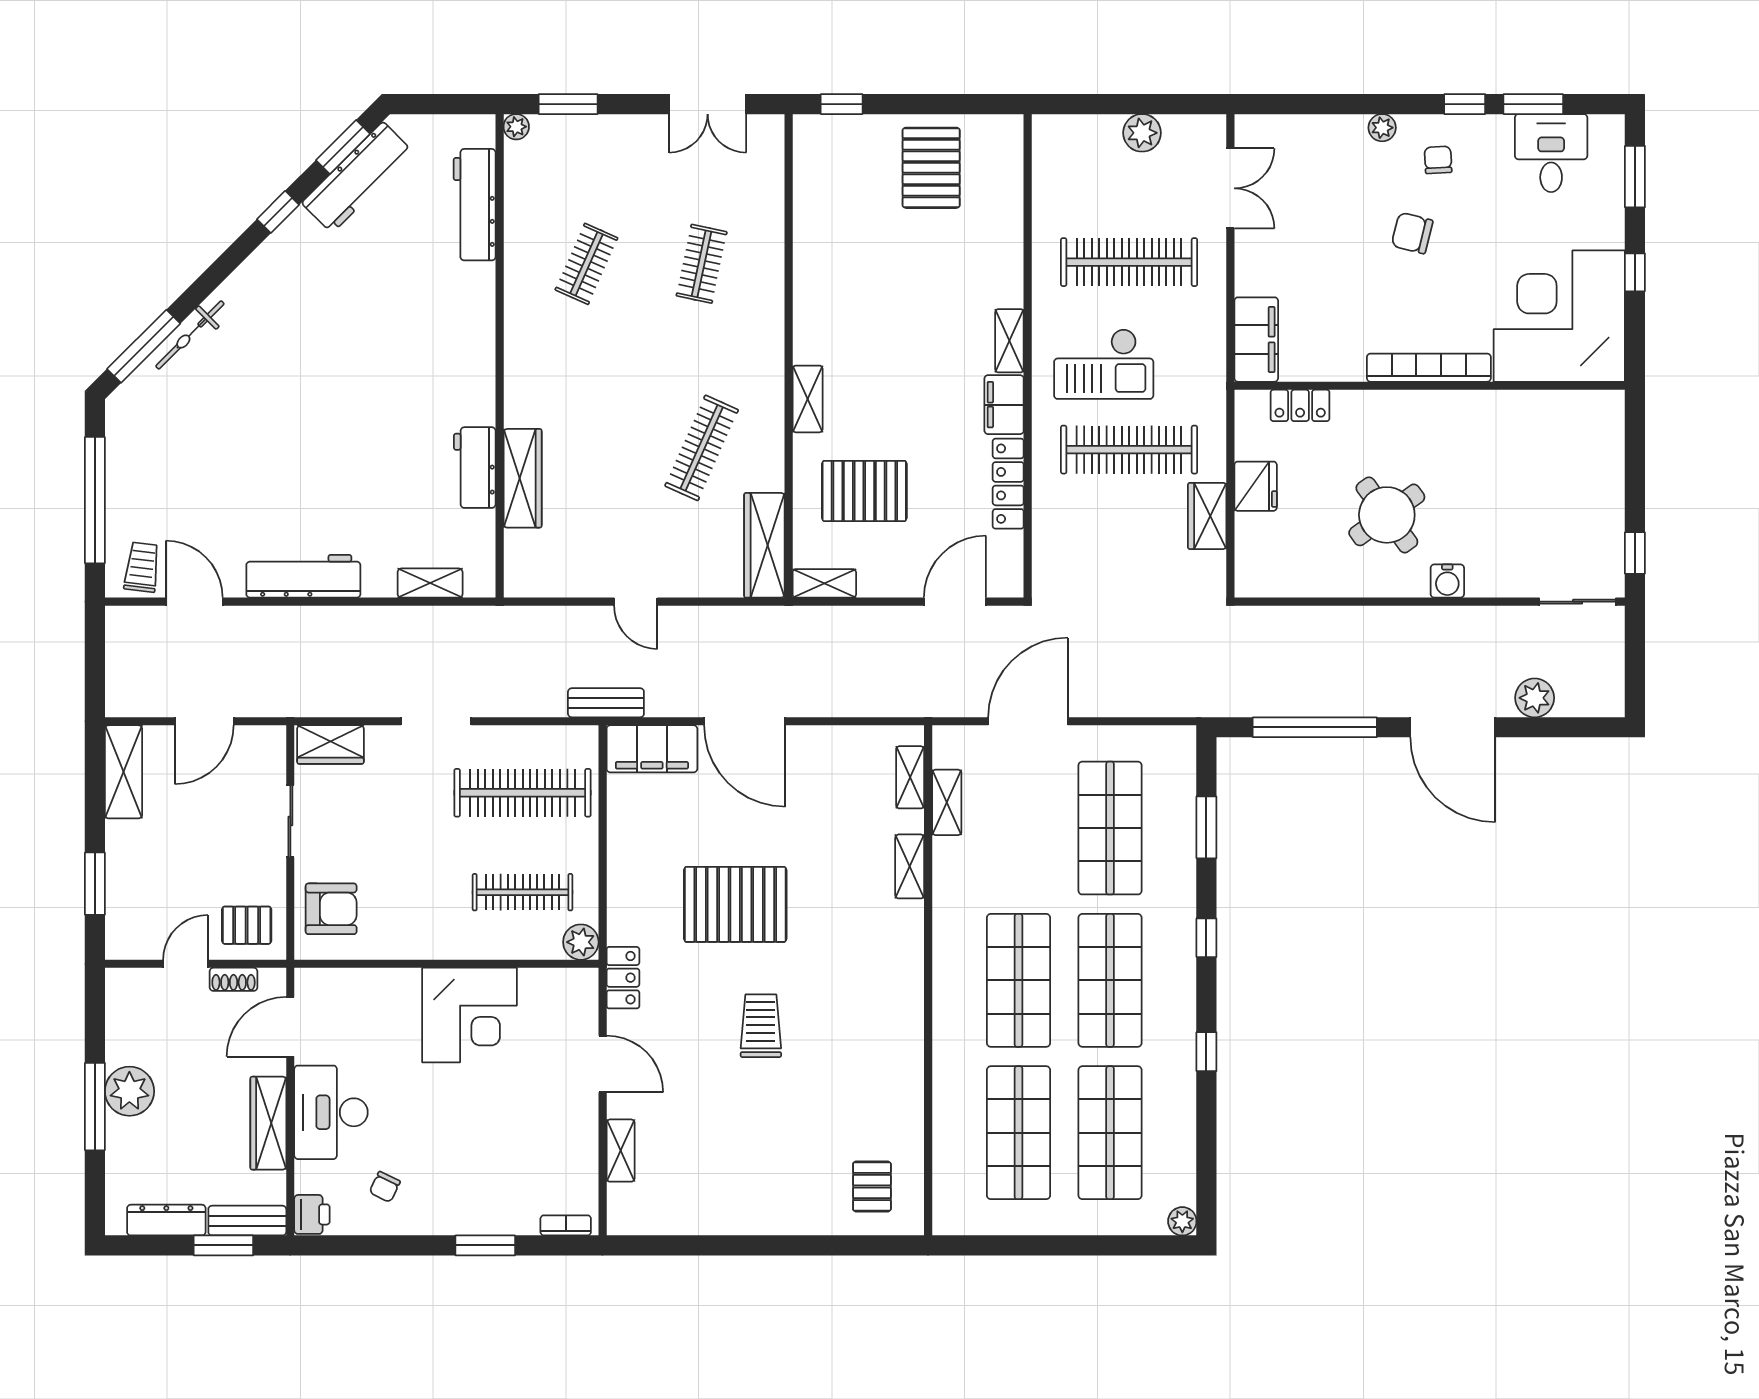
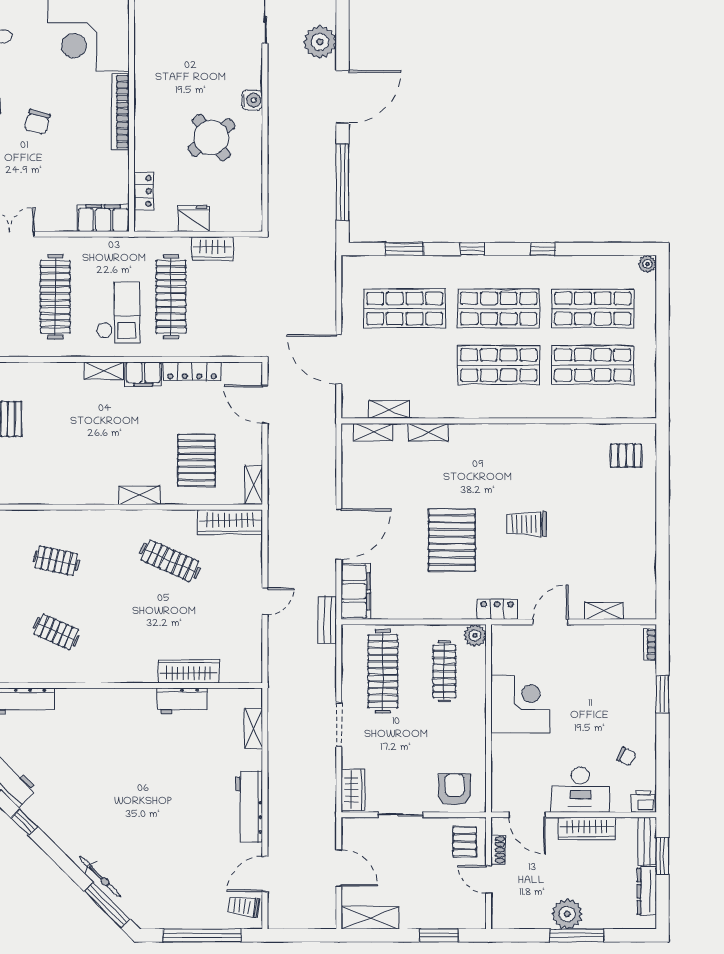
plant: (1535, 698) -> (320, 42), width x1.36, depth x1.36

